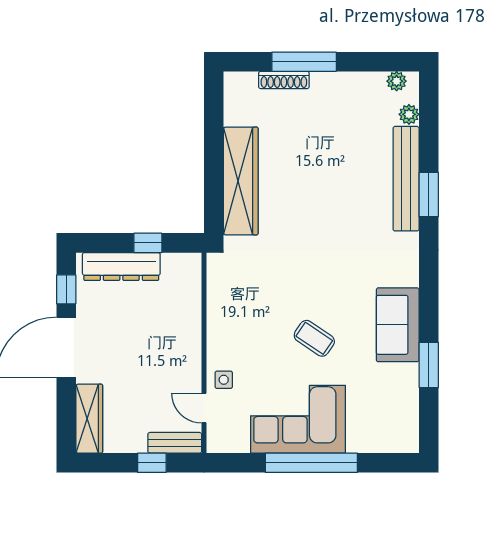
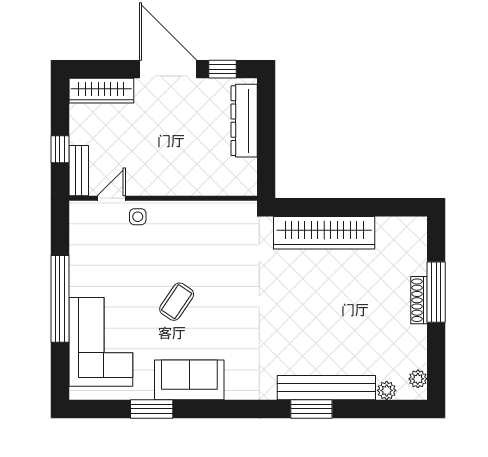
shoe rack: (284, 80) -> (419, 300), moved
window: (148, 243) -> (266, 146), removed
corner sofa: (298, 419) -> (101, 342), moved

